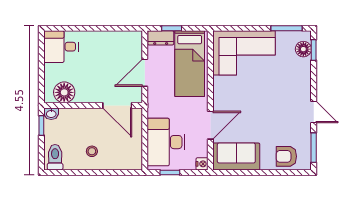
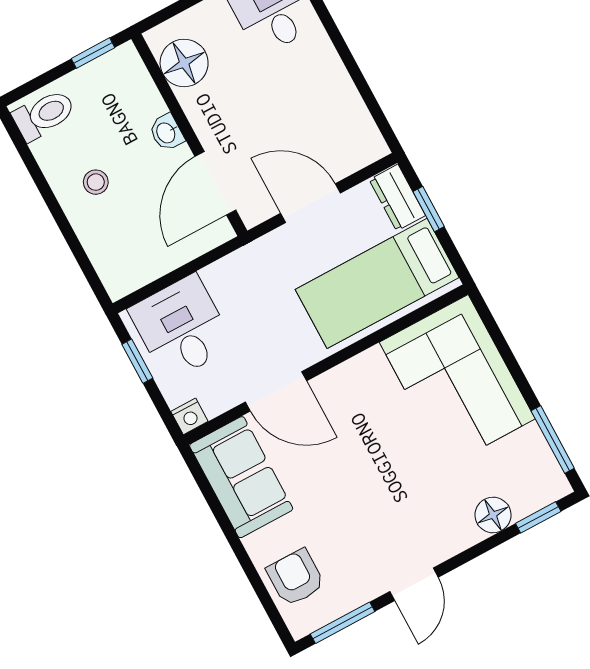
floor lamp: (303, 49) -> (493, 515), moved
washbasin: (51, 114) -> (166, 133), moved
desk: (166, 142) -> (181, 328), width x0.73

